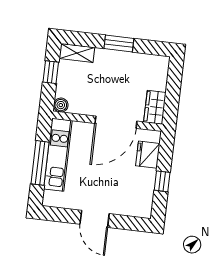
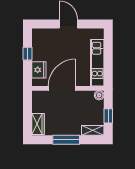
window: (119, 44) -> (66, 140), width x1.44
wardrobe: (155, 107) -> (38, 124), moved
window: (40, 163) -> (108, 56), removed

